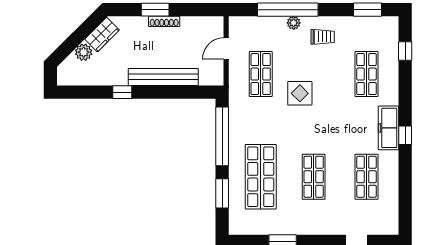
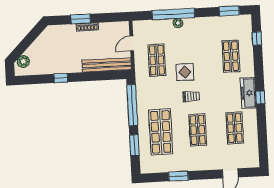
wardrobe: (102, 35) -> (44, 38), removed
trolley: (323, 37) -> (191, 96), moved
plant: (84, 52) -> (23, 62), moved
bench: (163, 77) -> (107, 65), moved

